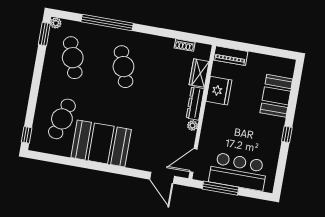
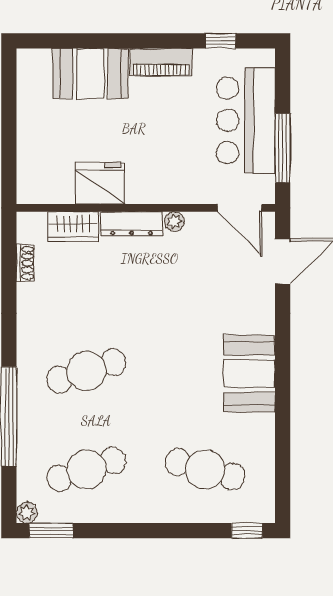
piano: (231, 56) -> (161, 62), moved, turned 90
window: (287, 134) -> (220, 41), moved
booth: (101, 143) -> (249, 374), width x0.73, depth x0.70

